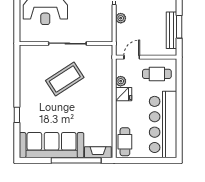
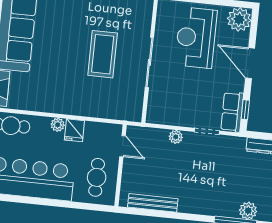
window: (179, 27) -> (156, 213), removed
coffee table: (65, 79) -> (103, 54), turned 33
plant: (121, 81) -> (58, 125), moved

